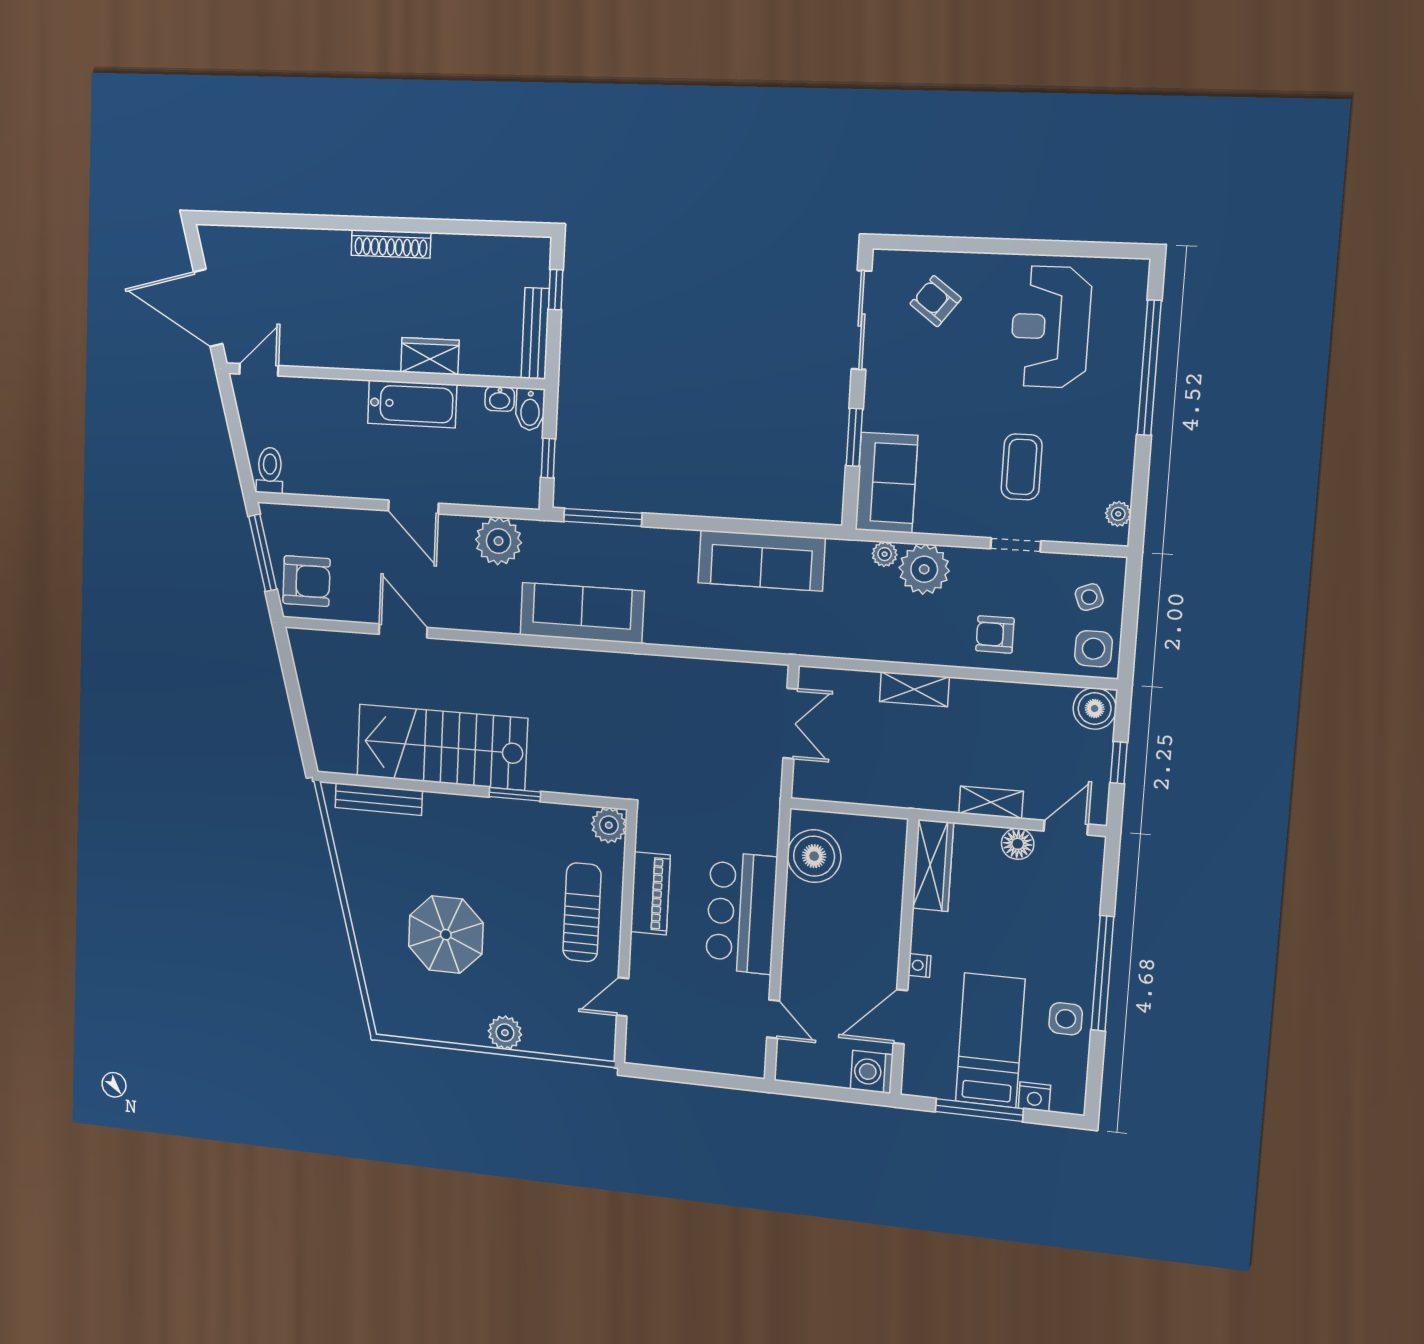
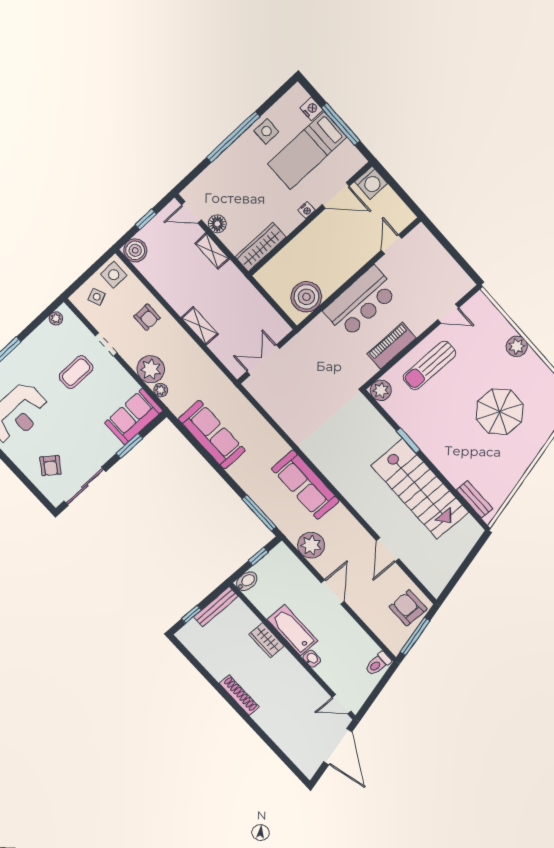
washbasin: (500, 399) -> (312, 659), moved
bench: (379, 799) -> (474, 499), width x0.73

